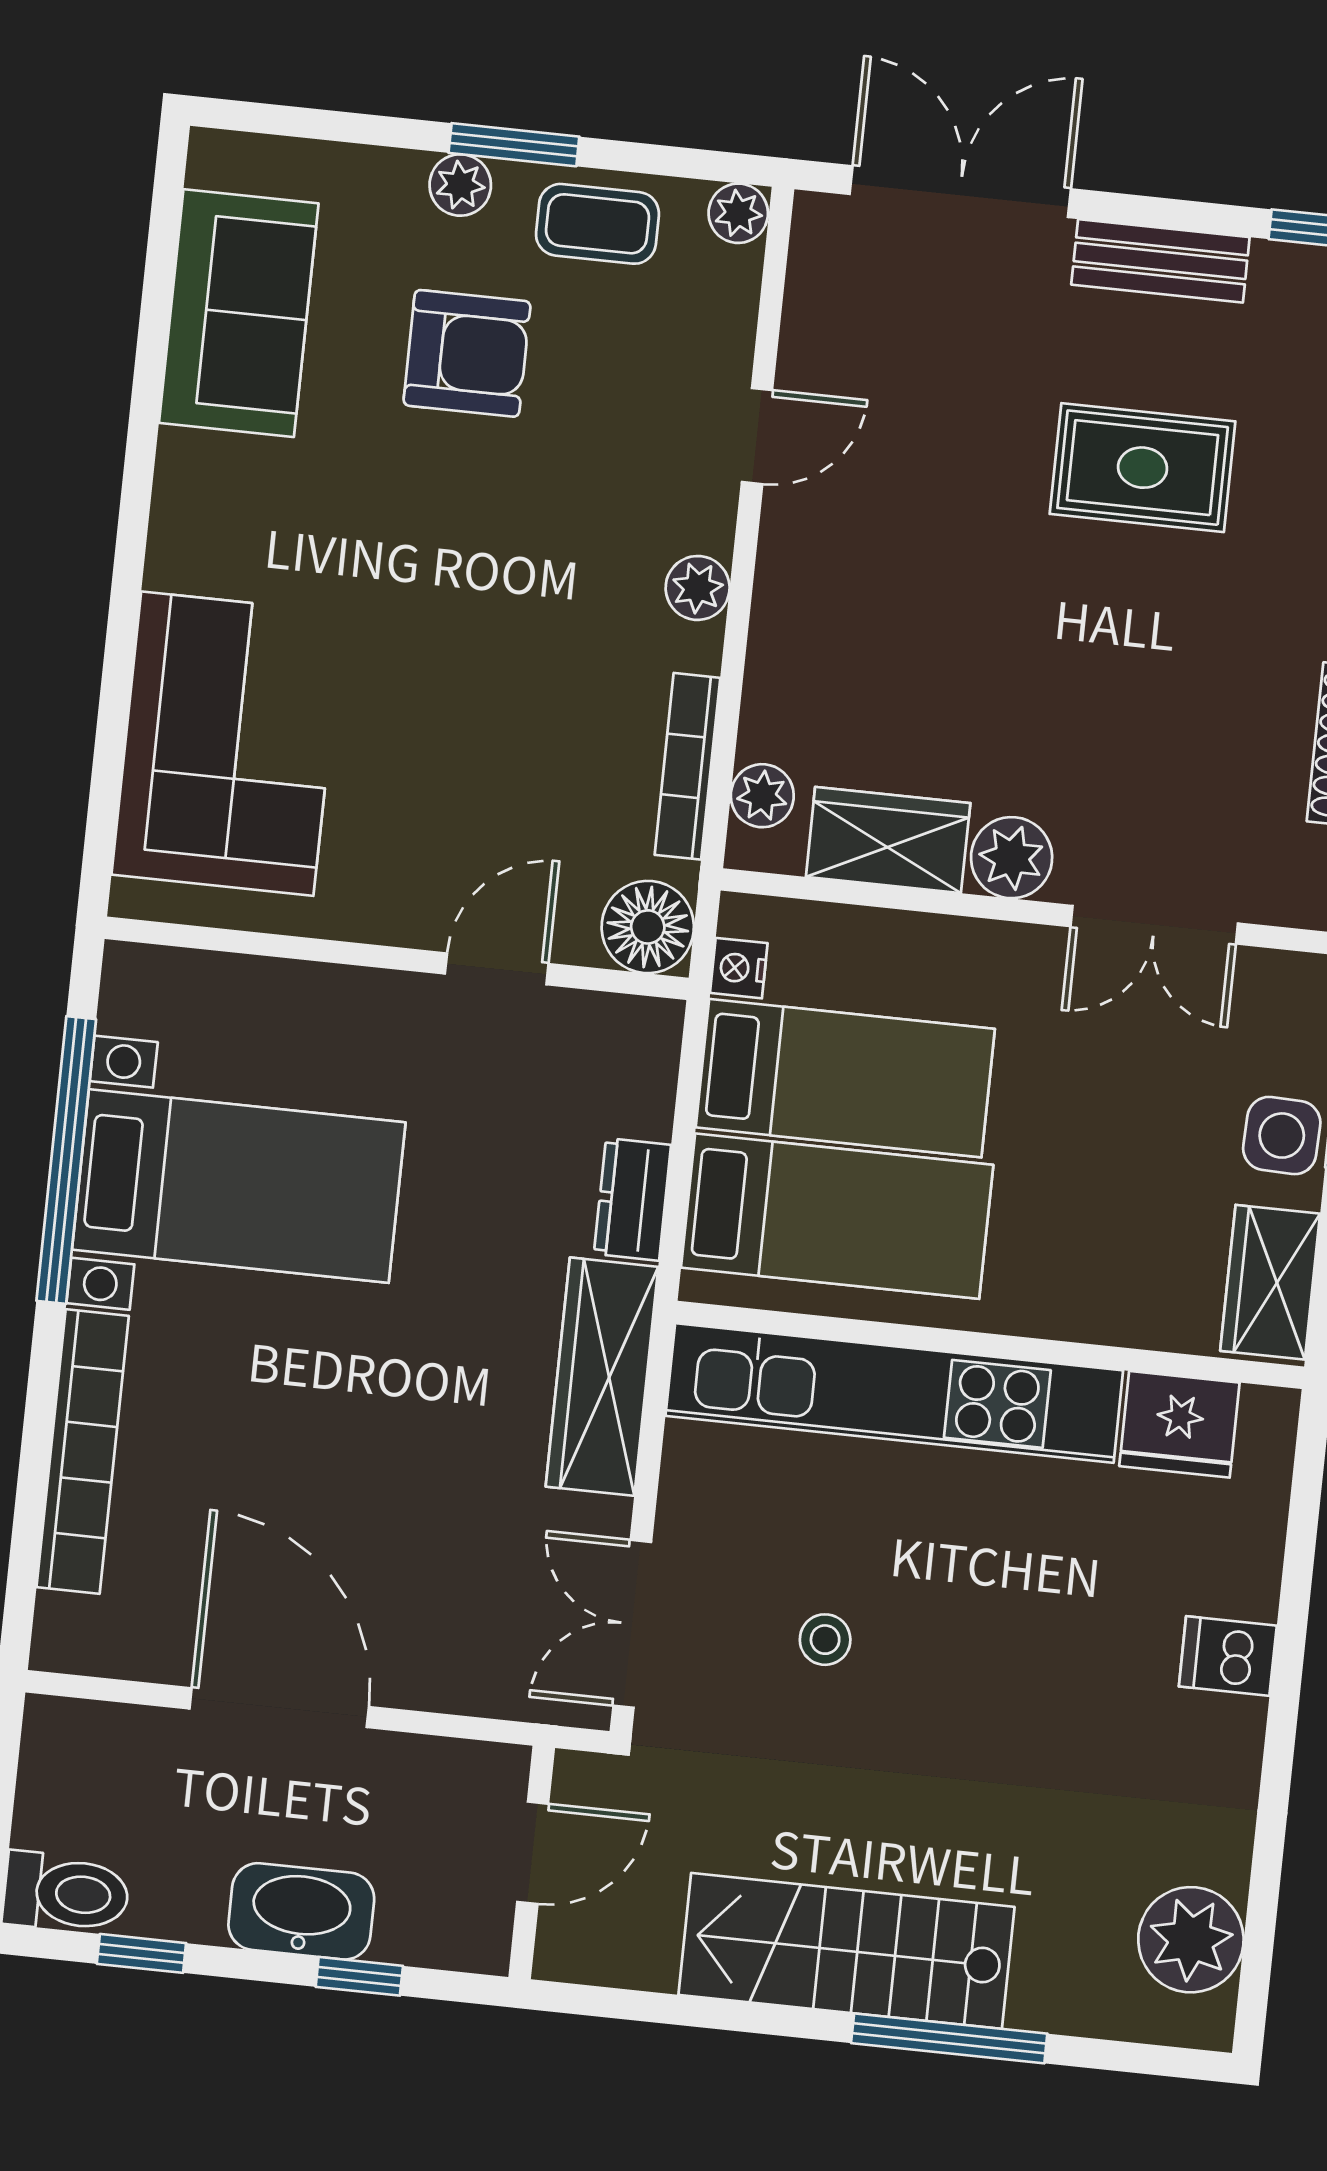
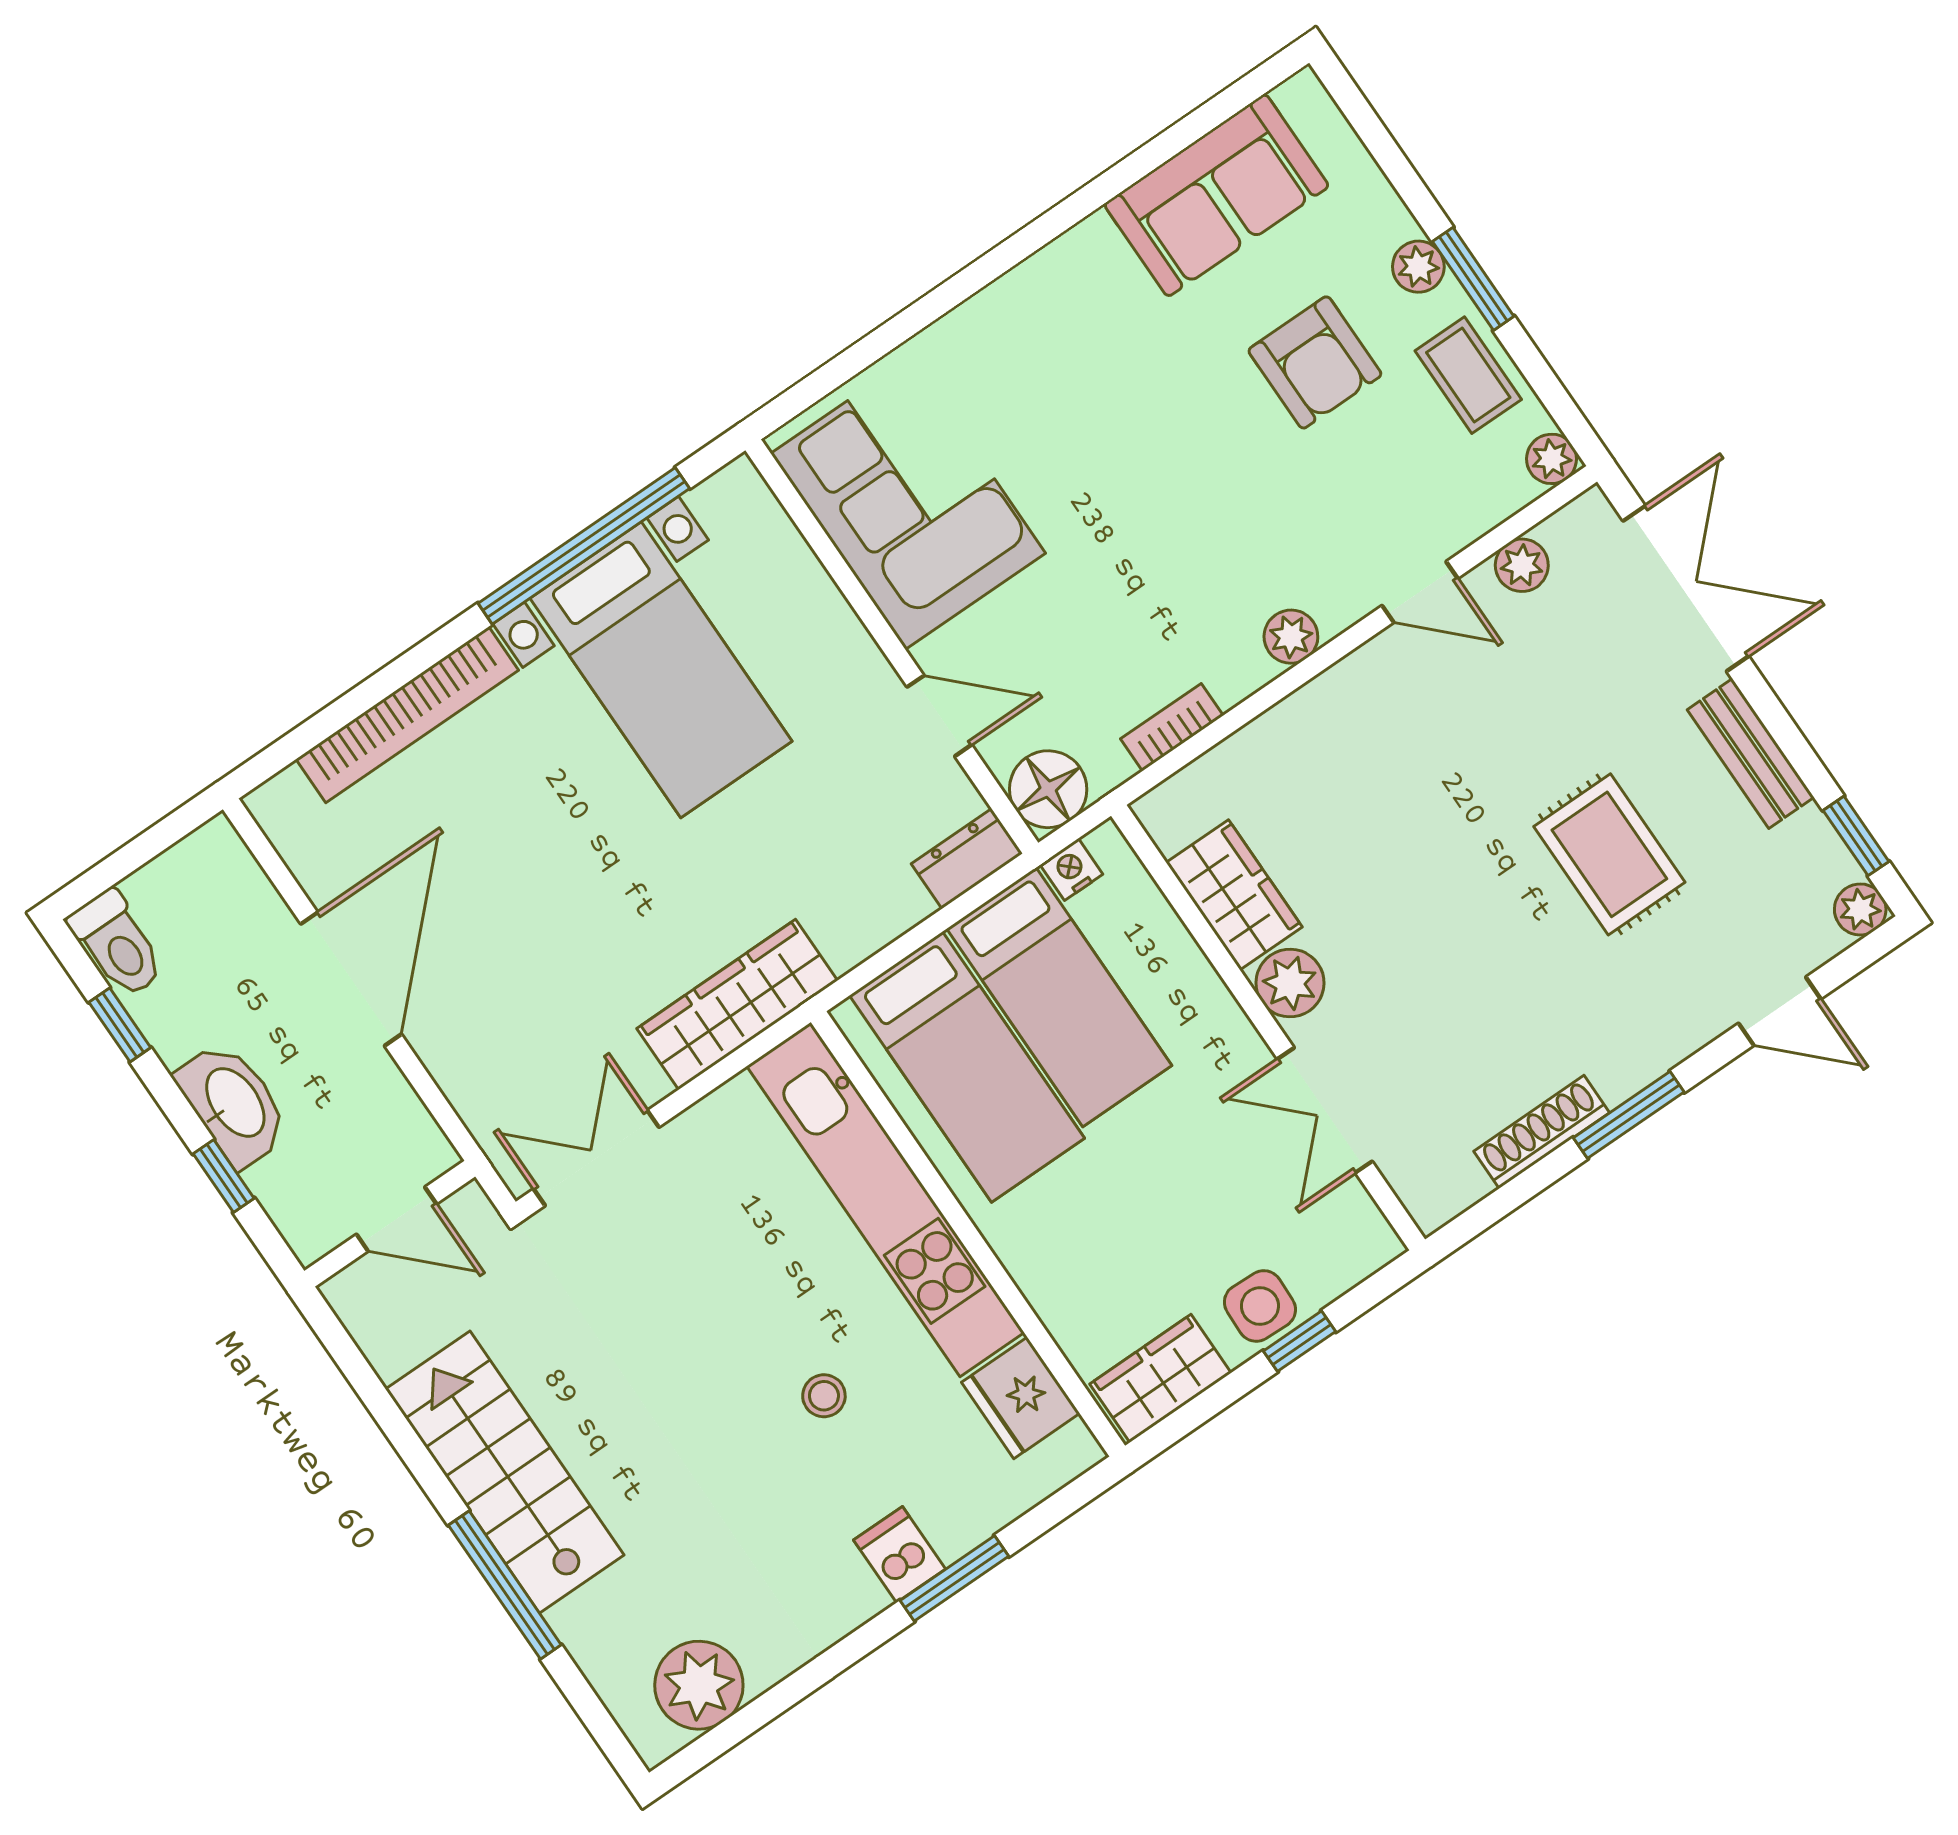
corner sofa: (227, 744) -> (908, 503), moved, turned -90
bookcase: (687, 766) -> (1172, 727), width x0.64
plant: (762, 796) -> (1522, 565), moved
dresser: (632, 1199) -> (967, 859), moved
window: (1292, 1625) -> (954, 1578), added
stool: (825, 1640) -> (824, 1396), moved

